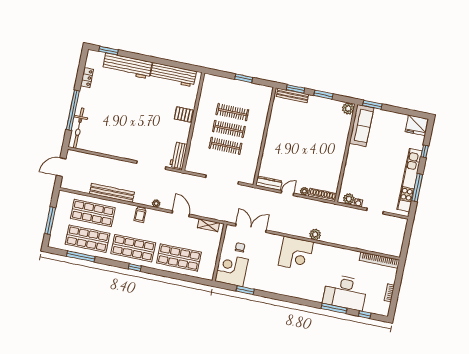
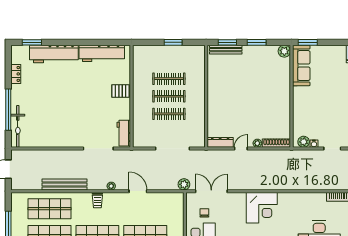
shelving: (208, 225) -> (168, 197), removed
plant: (315, 234) -> (184, 184), moved

